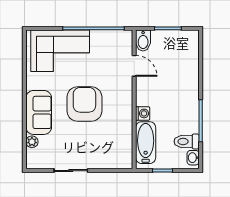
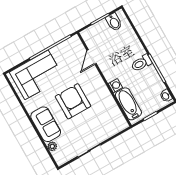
bidet: (143, 41) -> (114, 22), moved
door: (134, 66) -> (92, 57), swing flipped
toilet: (187, 141) -> (141, 63), moved

